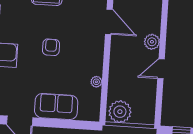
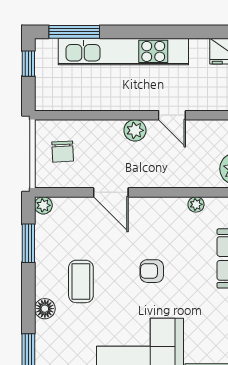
door: (109, 22) -> (111, 192), swing flipped

